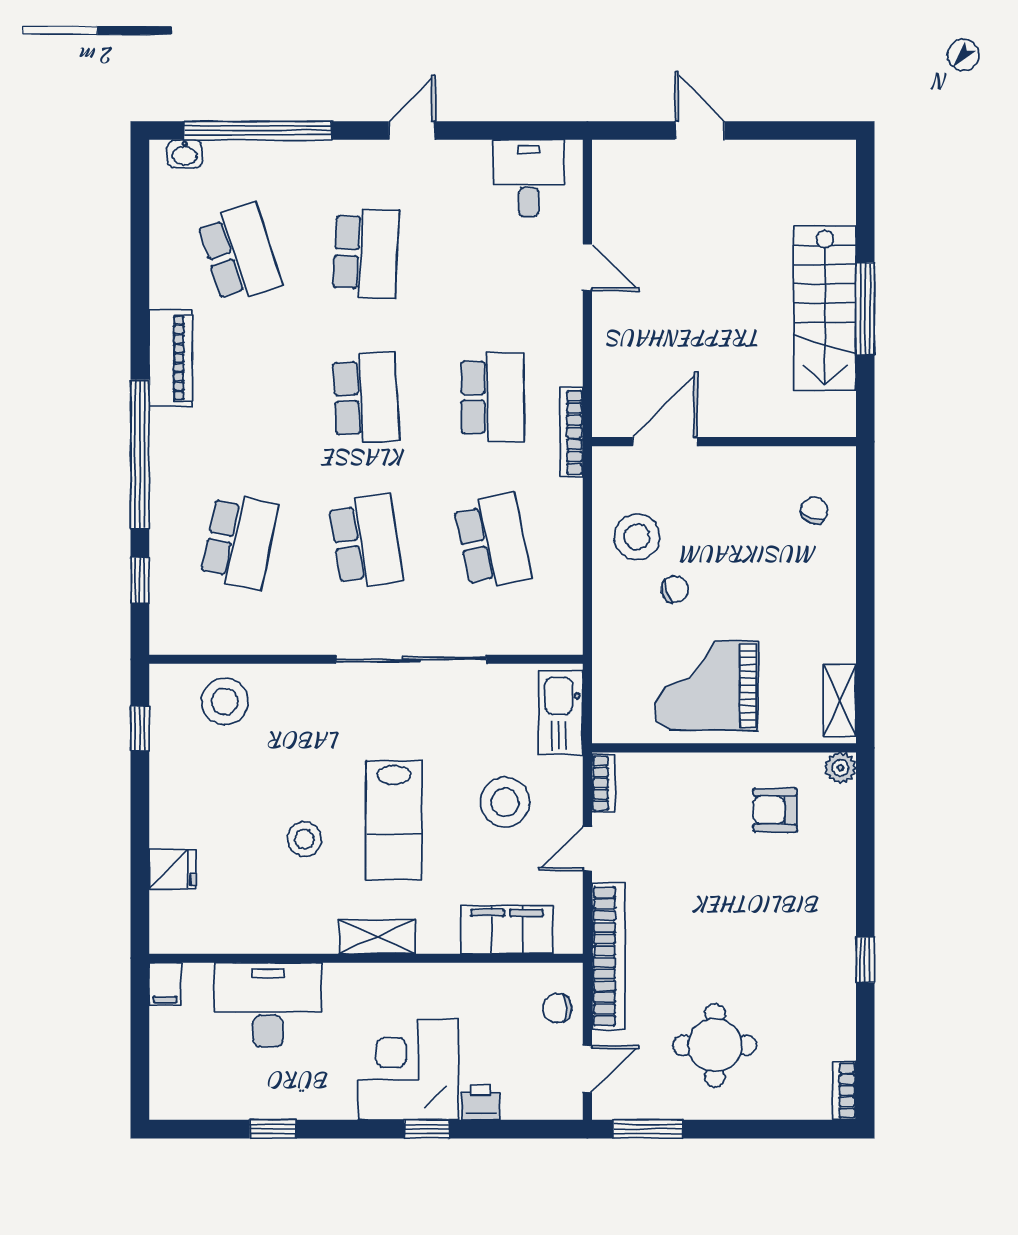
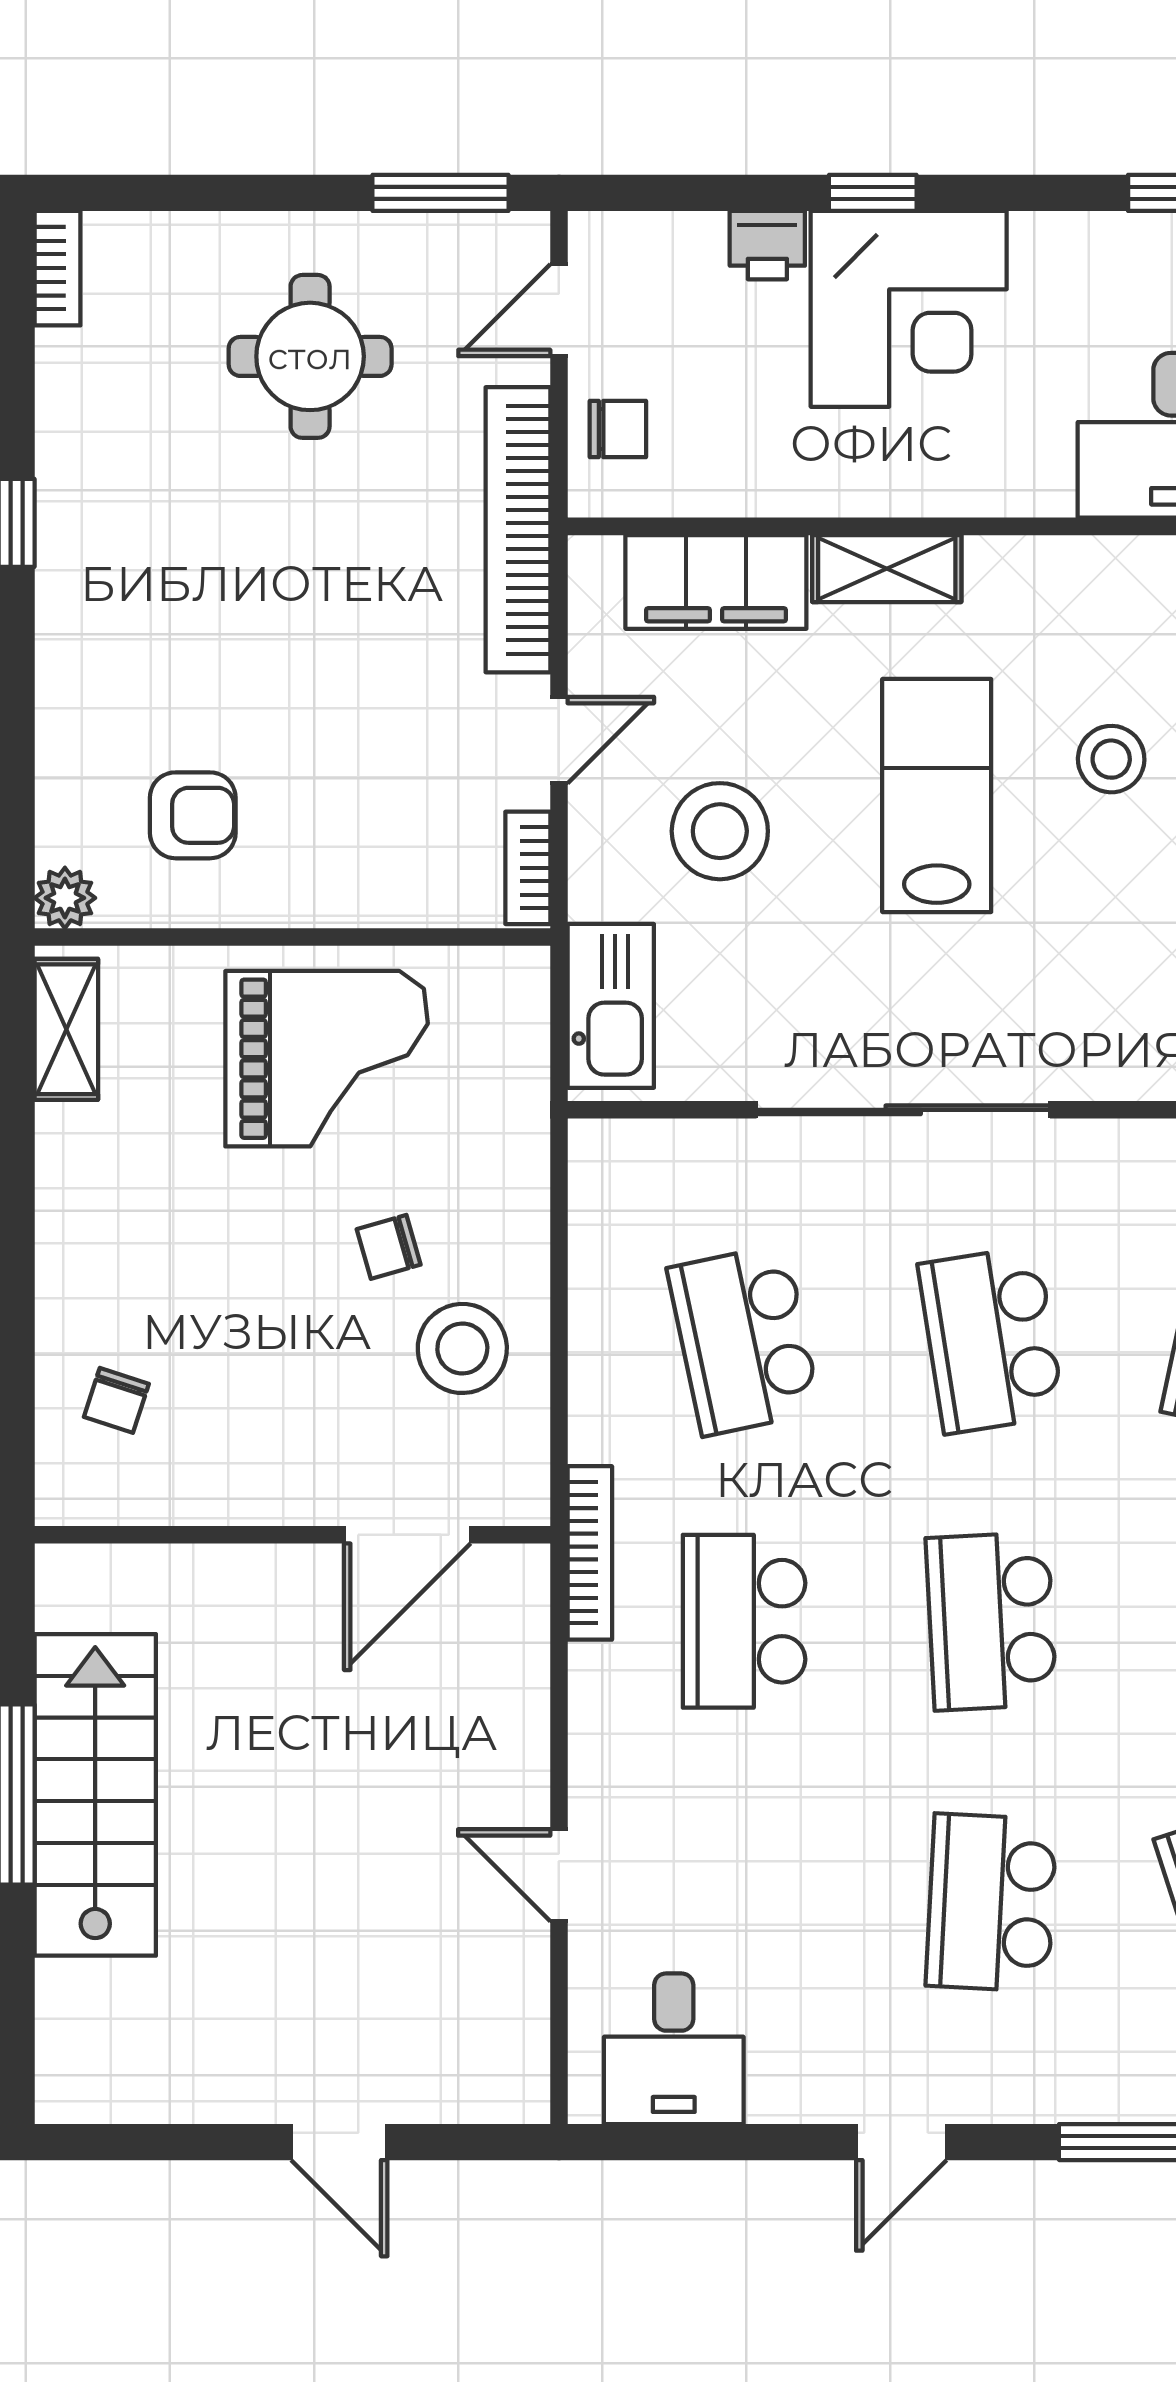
shelving: (377, 937) -> (887, 569), moved

